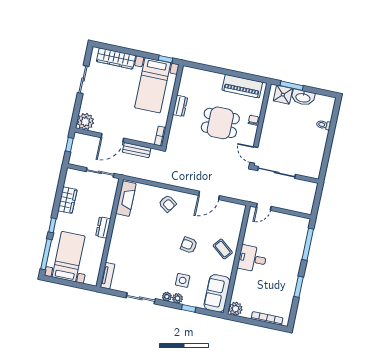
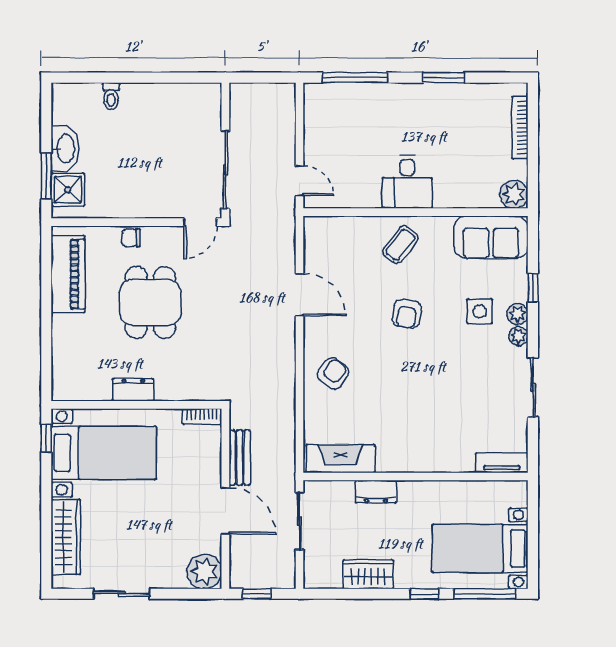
dresser: (103, 227) -> (376, 492), moved

